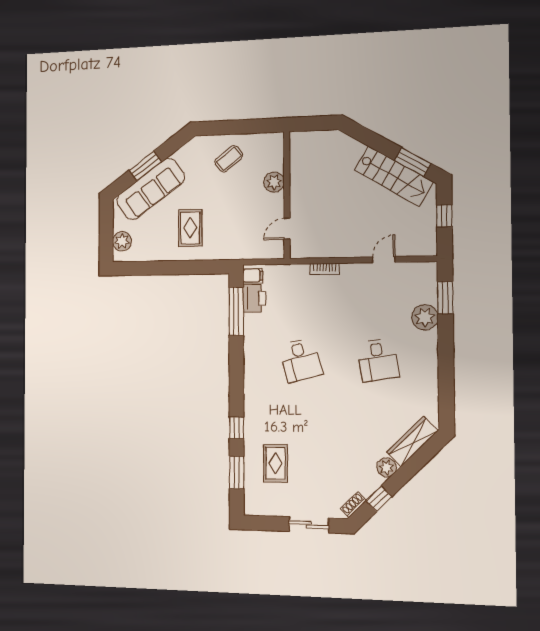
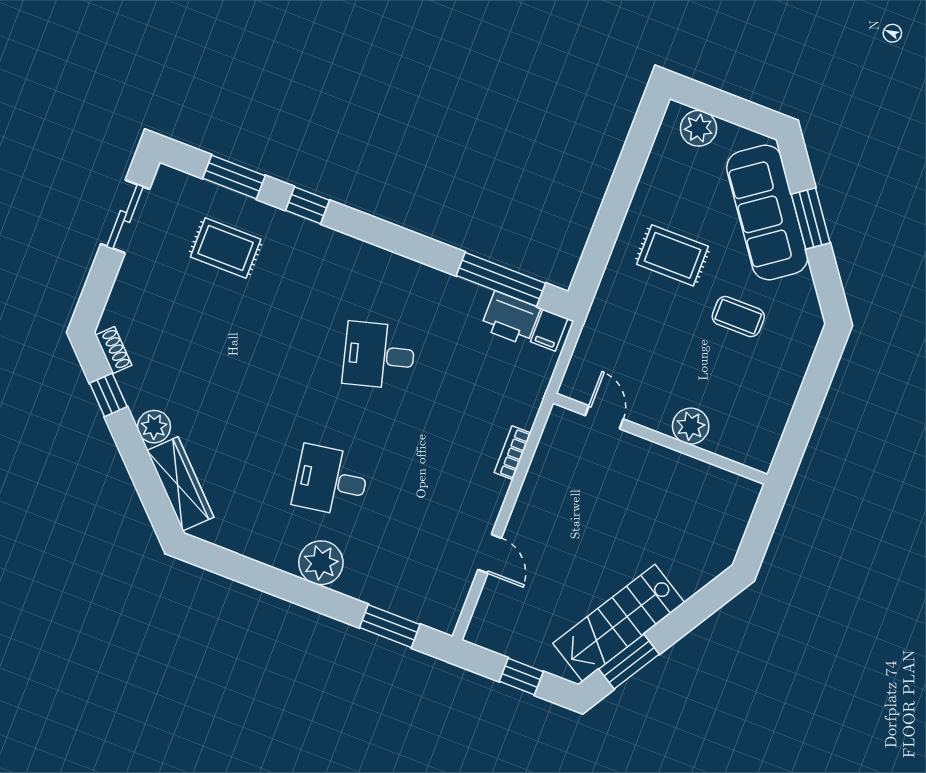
coffee table: (229, 159) -> (738, 317), moved, turned -52
plant: (425, 317) -> (321, 563), moved
sliding door: (309, 525) -> (125, 217), moved

